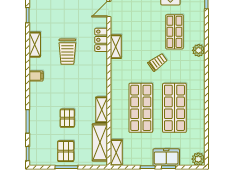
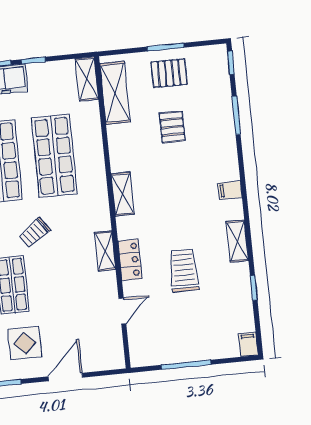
trolley: (67, 52) -> (184, 270), moved
shelving: (102, 110) -> (123, 194), moved
pallet: (66, 151) -> (169, 73), turned 90

